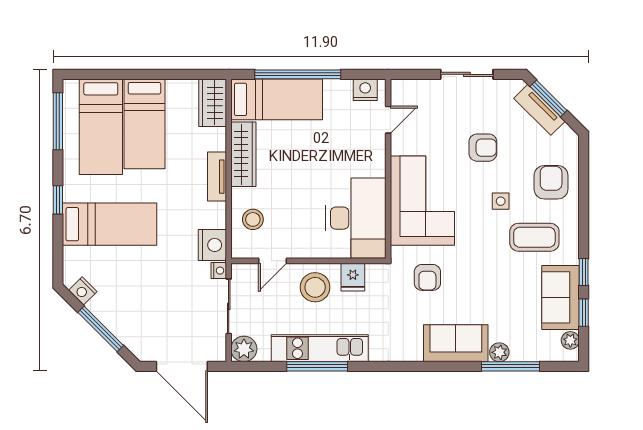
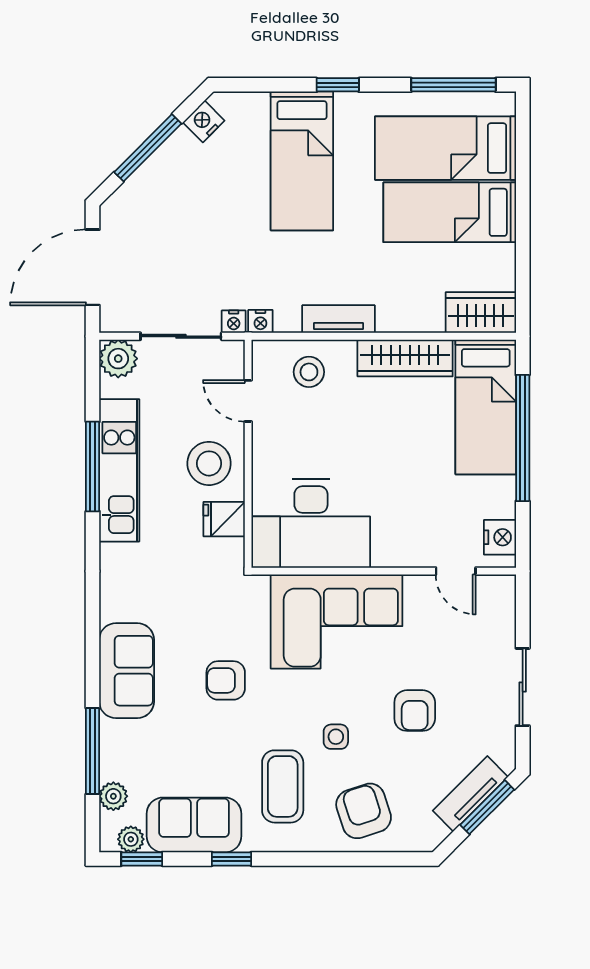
tv unit: (217, 177) -> (338, 319), moved
armchair: (551, 182) -> (364, 811), turned -108
nightstand: (212, 245) -> (260, 321), width x0.53, depth x0.56
armchair: (427, 277) -> (226, 680), moved
window: (584, 313) -> (142, 859), moved
plant: (499, 352) -> (113, 796), moved

